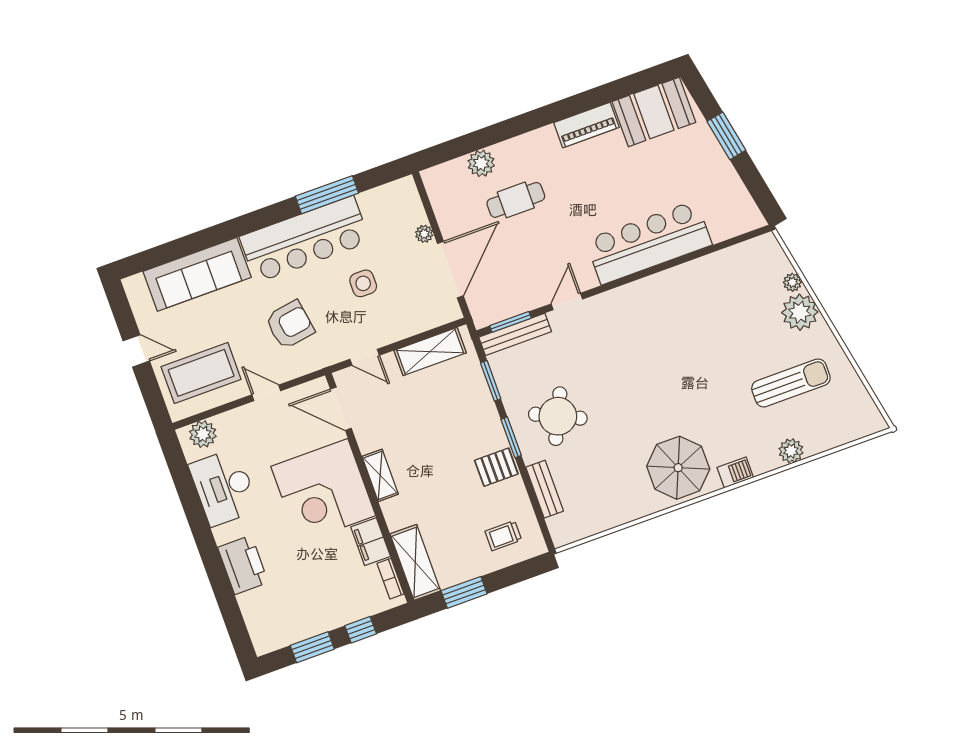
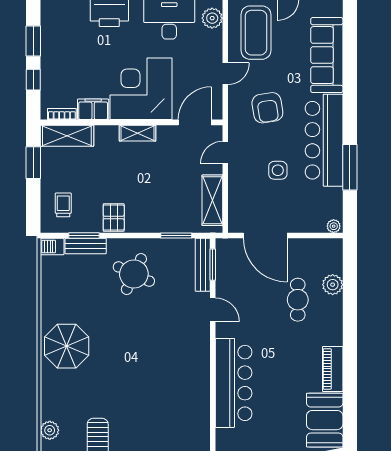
plant: (424, 234) -> (334, 226), moved
window: (511, 437) -> (84, 236), moved
barbecue: (735, 472) -> (52, 247), moved, turned 90

